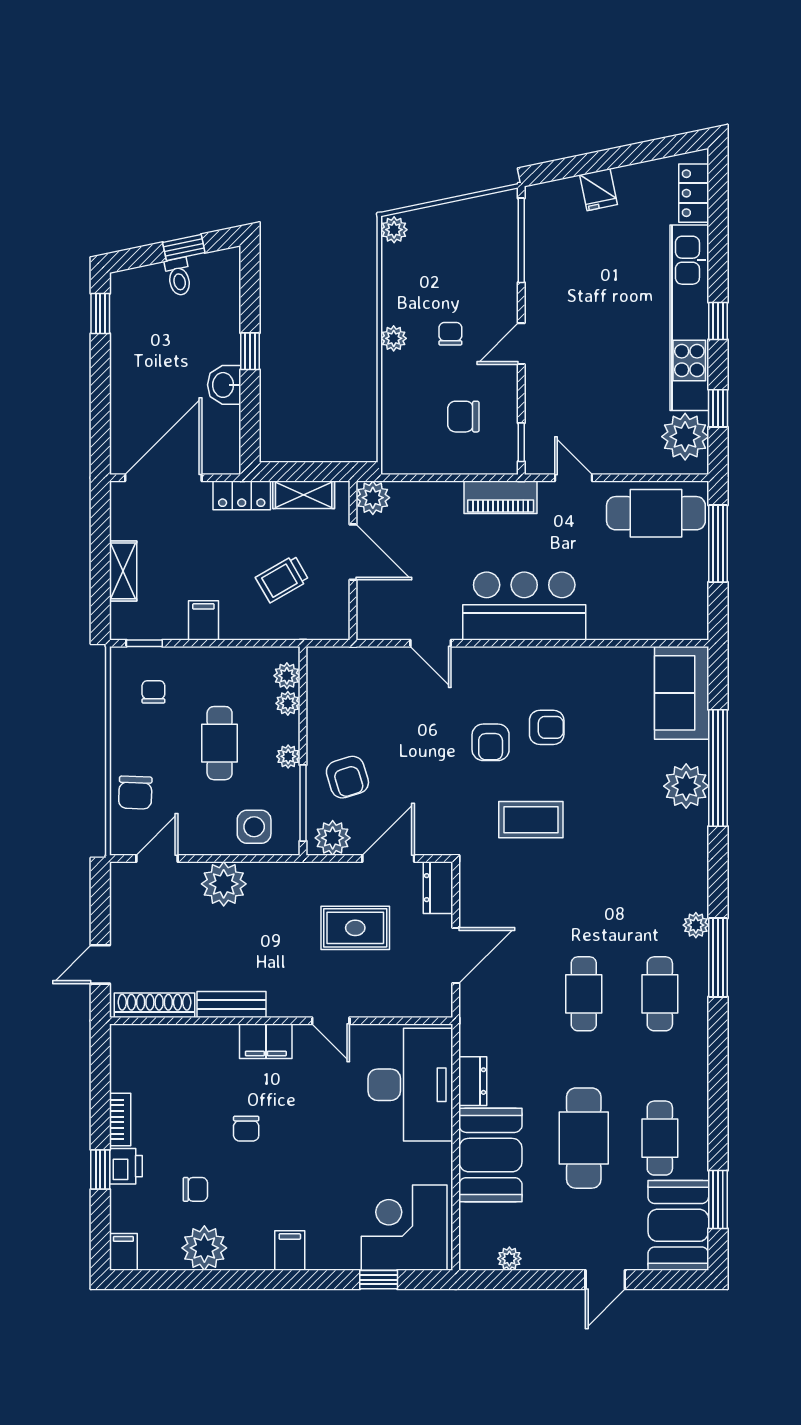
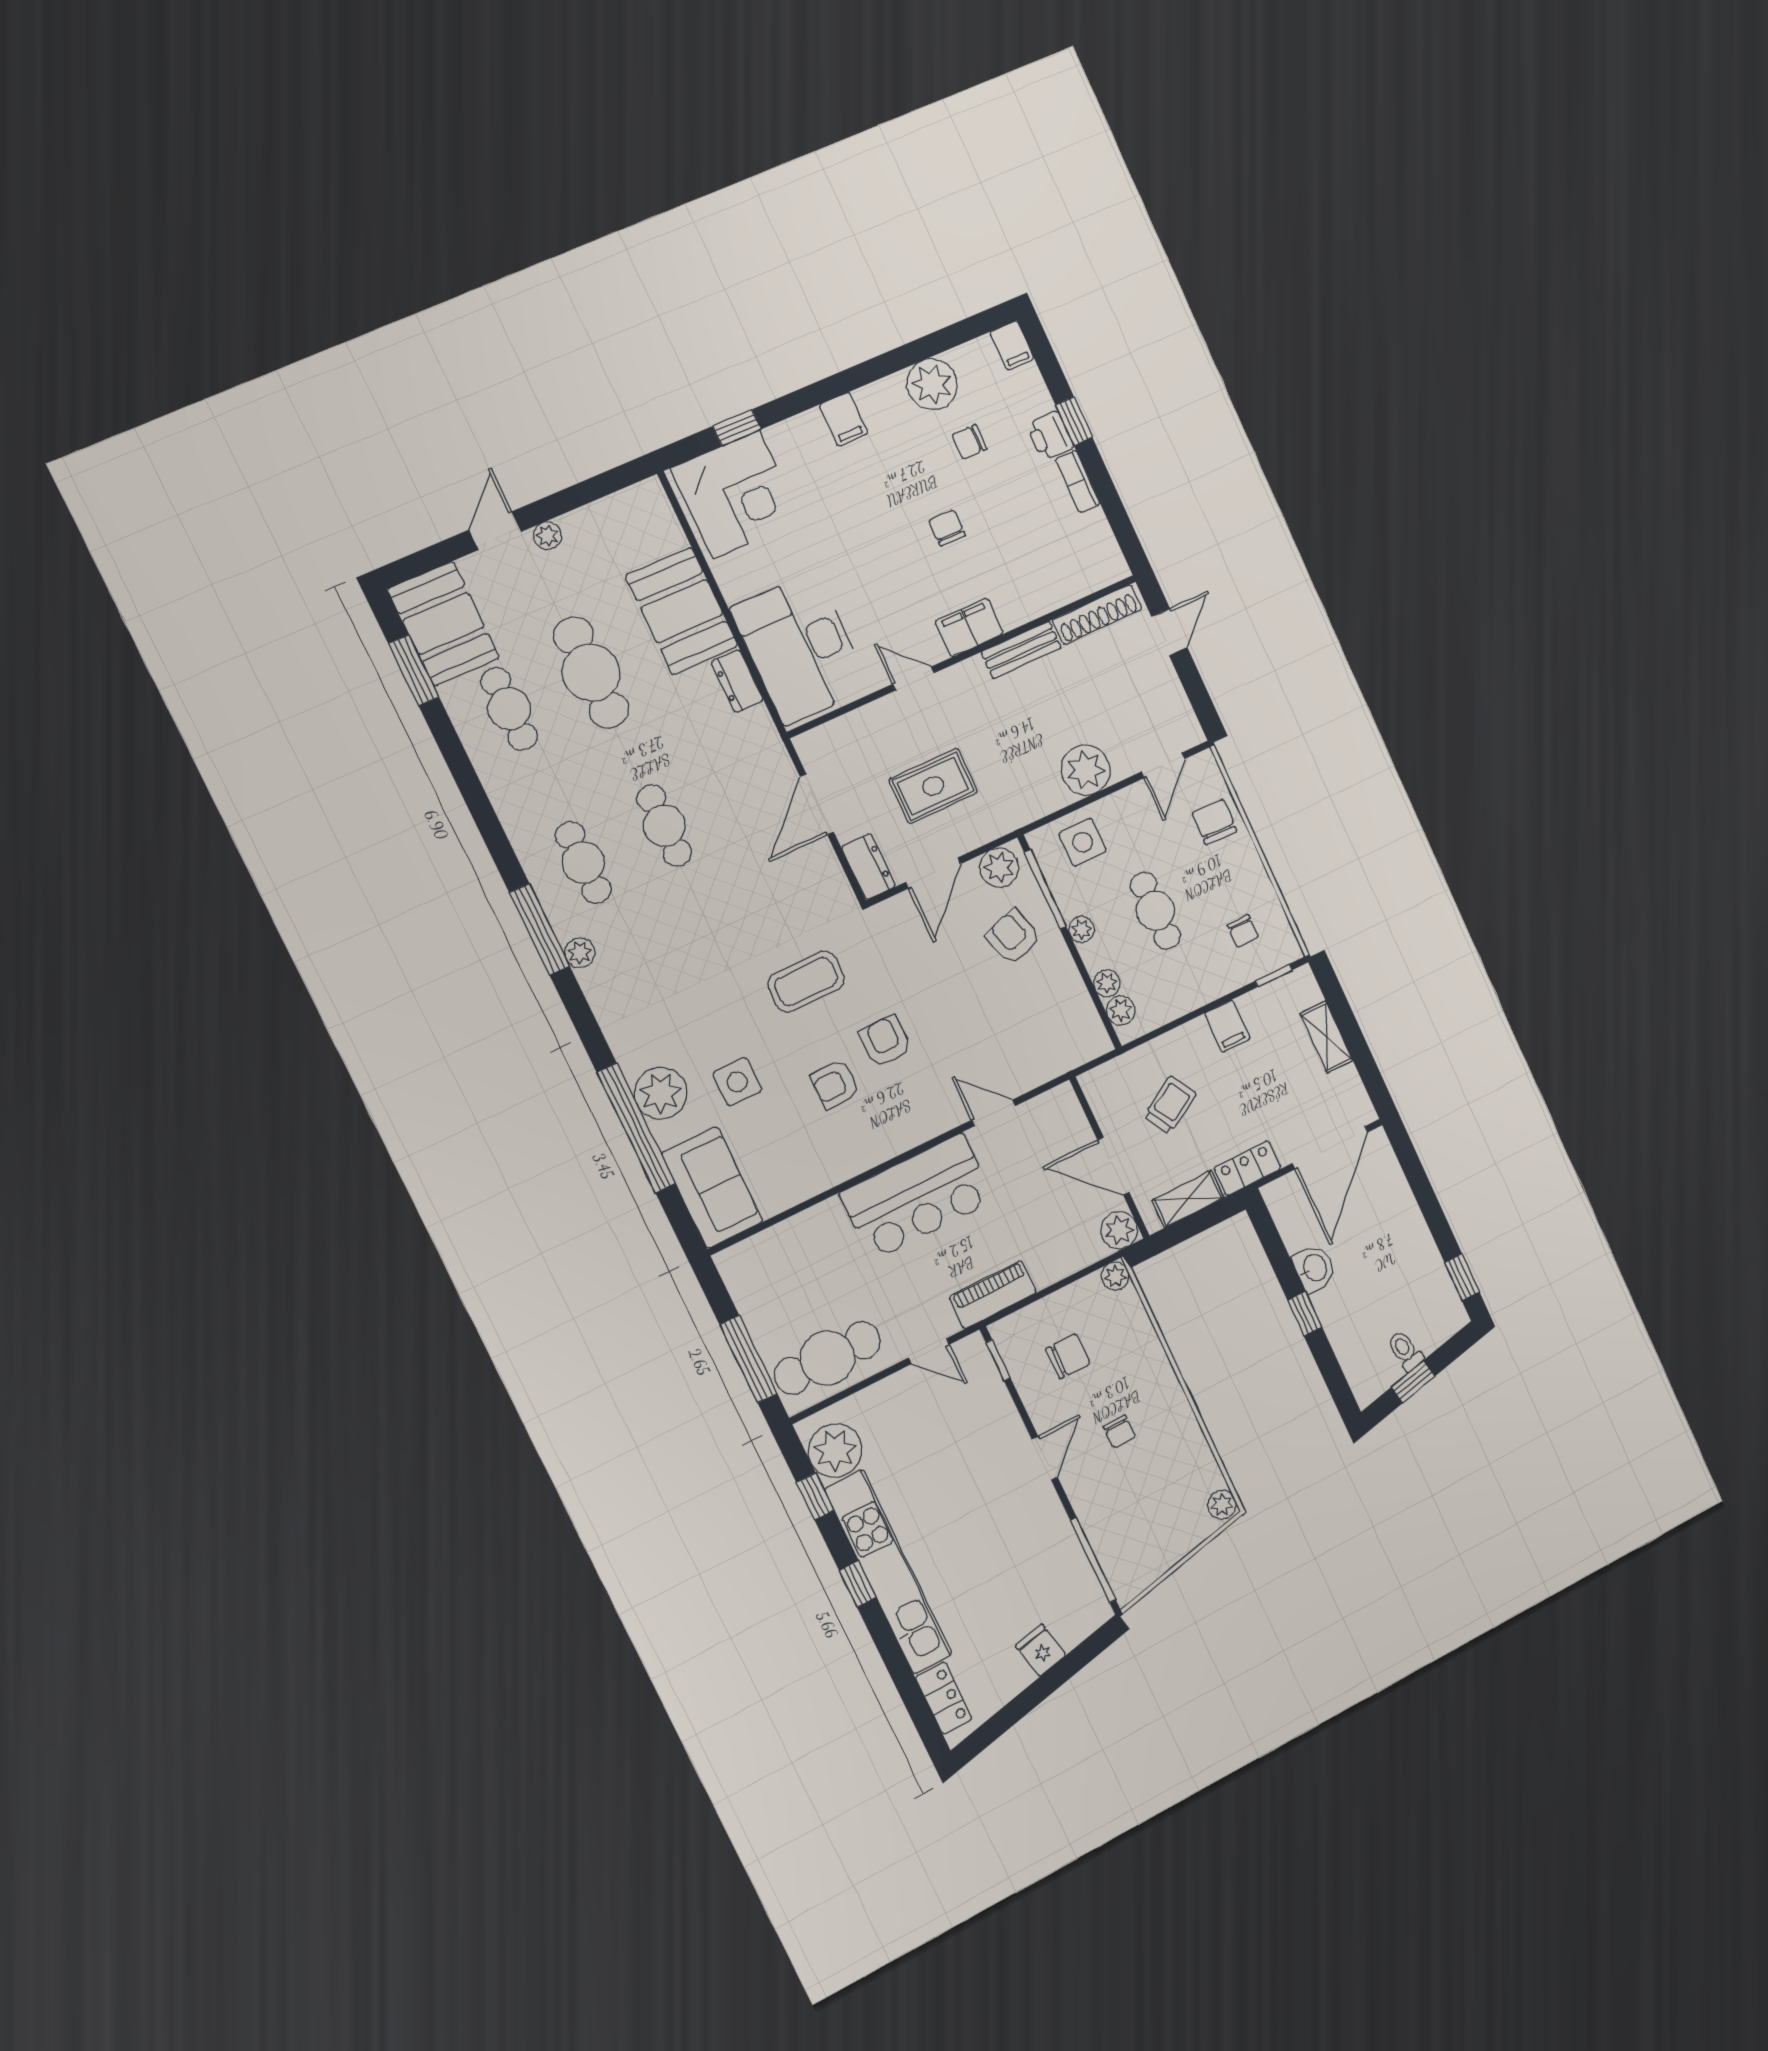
plant: (394, 338) -> (1115, 1276), moved
side table: (623, 766) -> (737, 1082), added
plant: (509, 1259) -> (547, 536), moved

